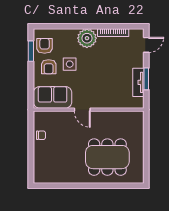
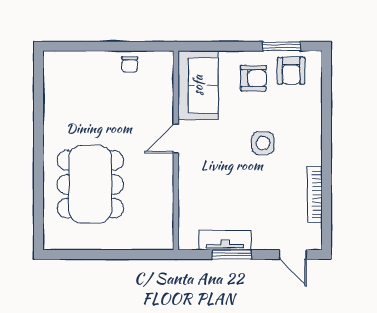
plant: (87, 38) -> (305, 147), removed
armchair: (45, 46) -> (291, 71), turned 90
side table: (70, 64) -> (263, 143), moved
armchair: (49, 67) -> (253, 78), turned 180

